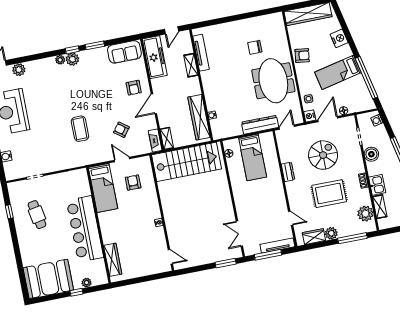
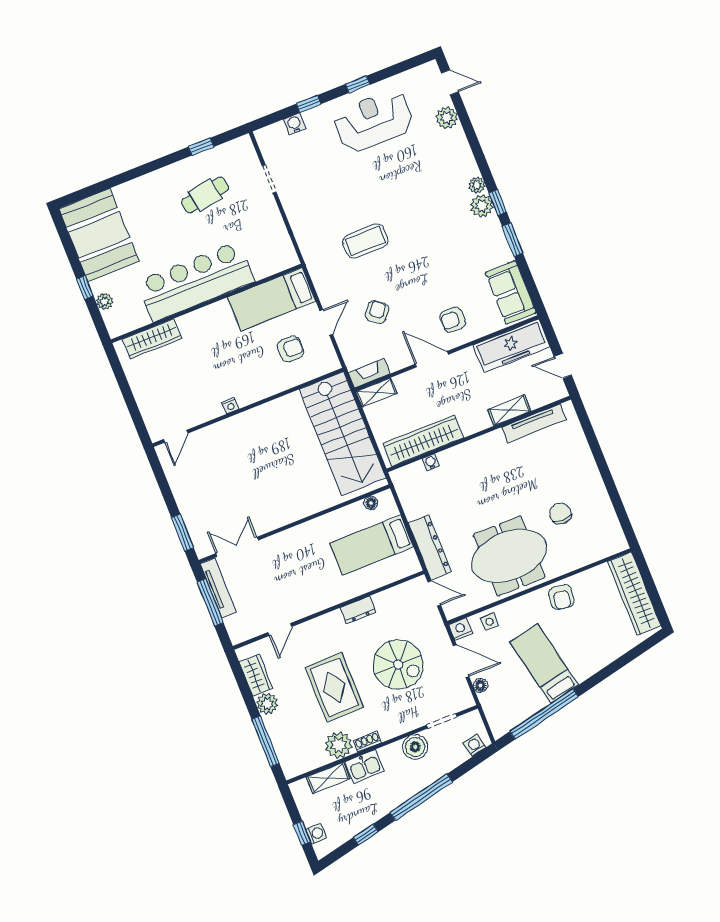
nightstand: (339, 38) -> (602, 655), removed
plant: (365, 214) -> (339, 745), moved
tv unit: (277, 245) -> (218, 588), moved

